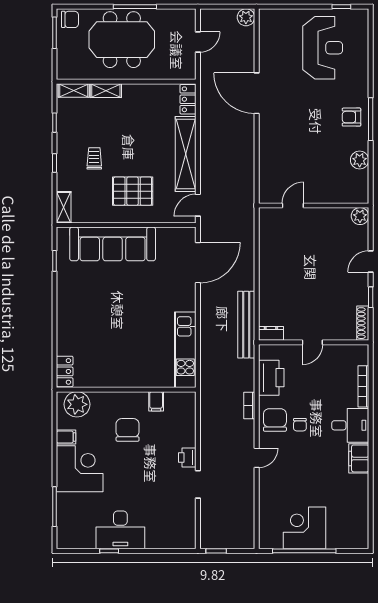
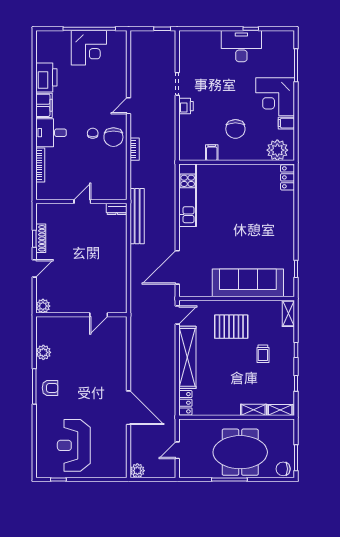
shoe rack: (363, 323) -> (41, 238), moved
printer: (271, 378) -> (46, 77), moved, turned 180

